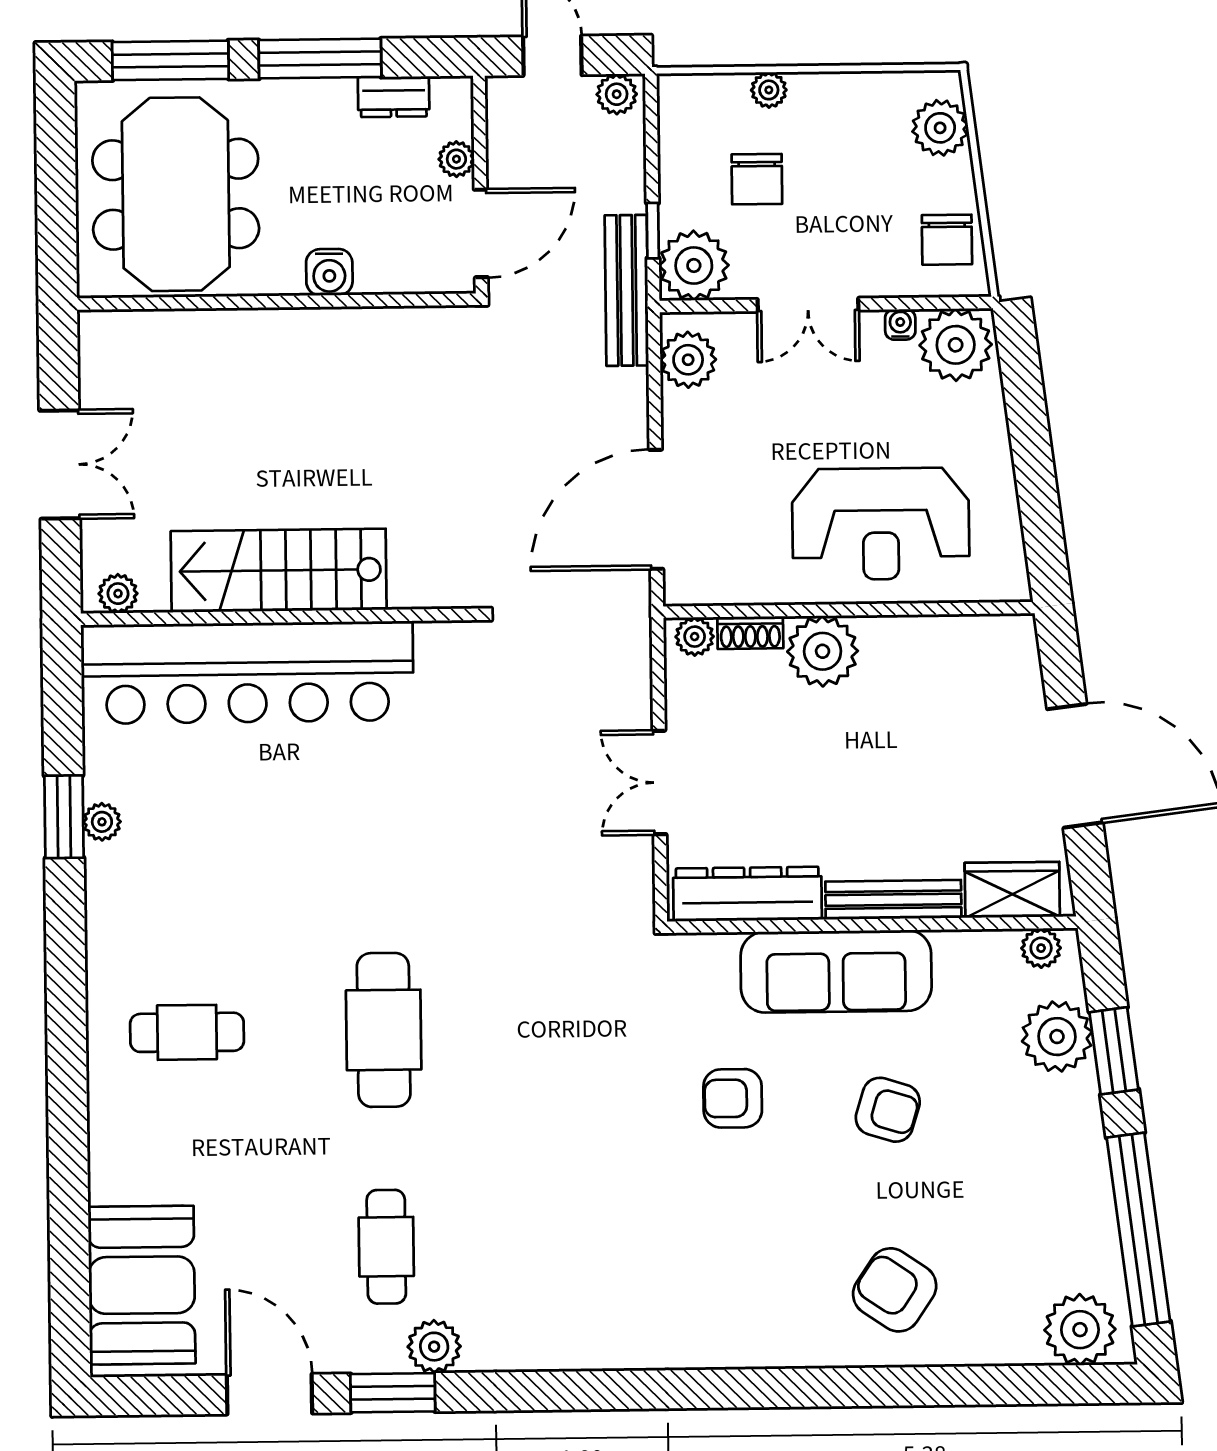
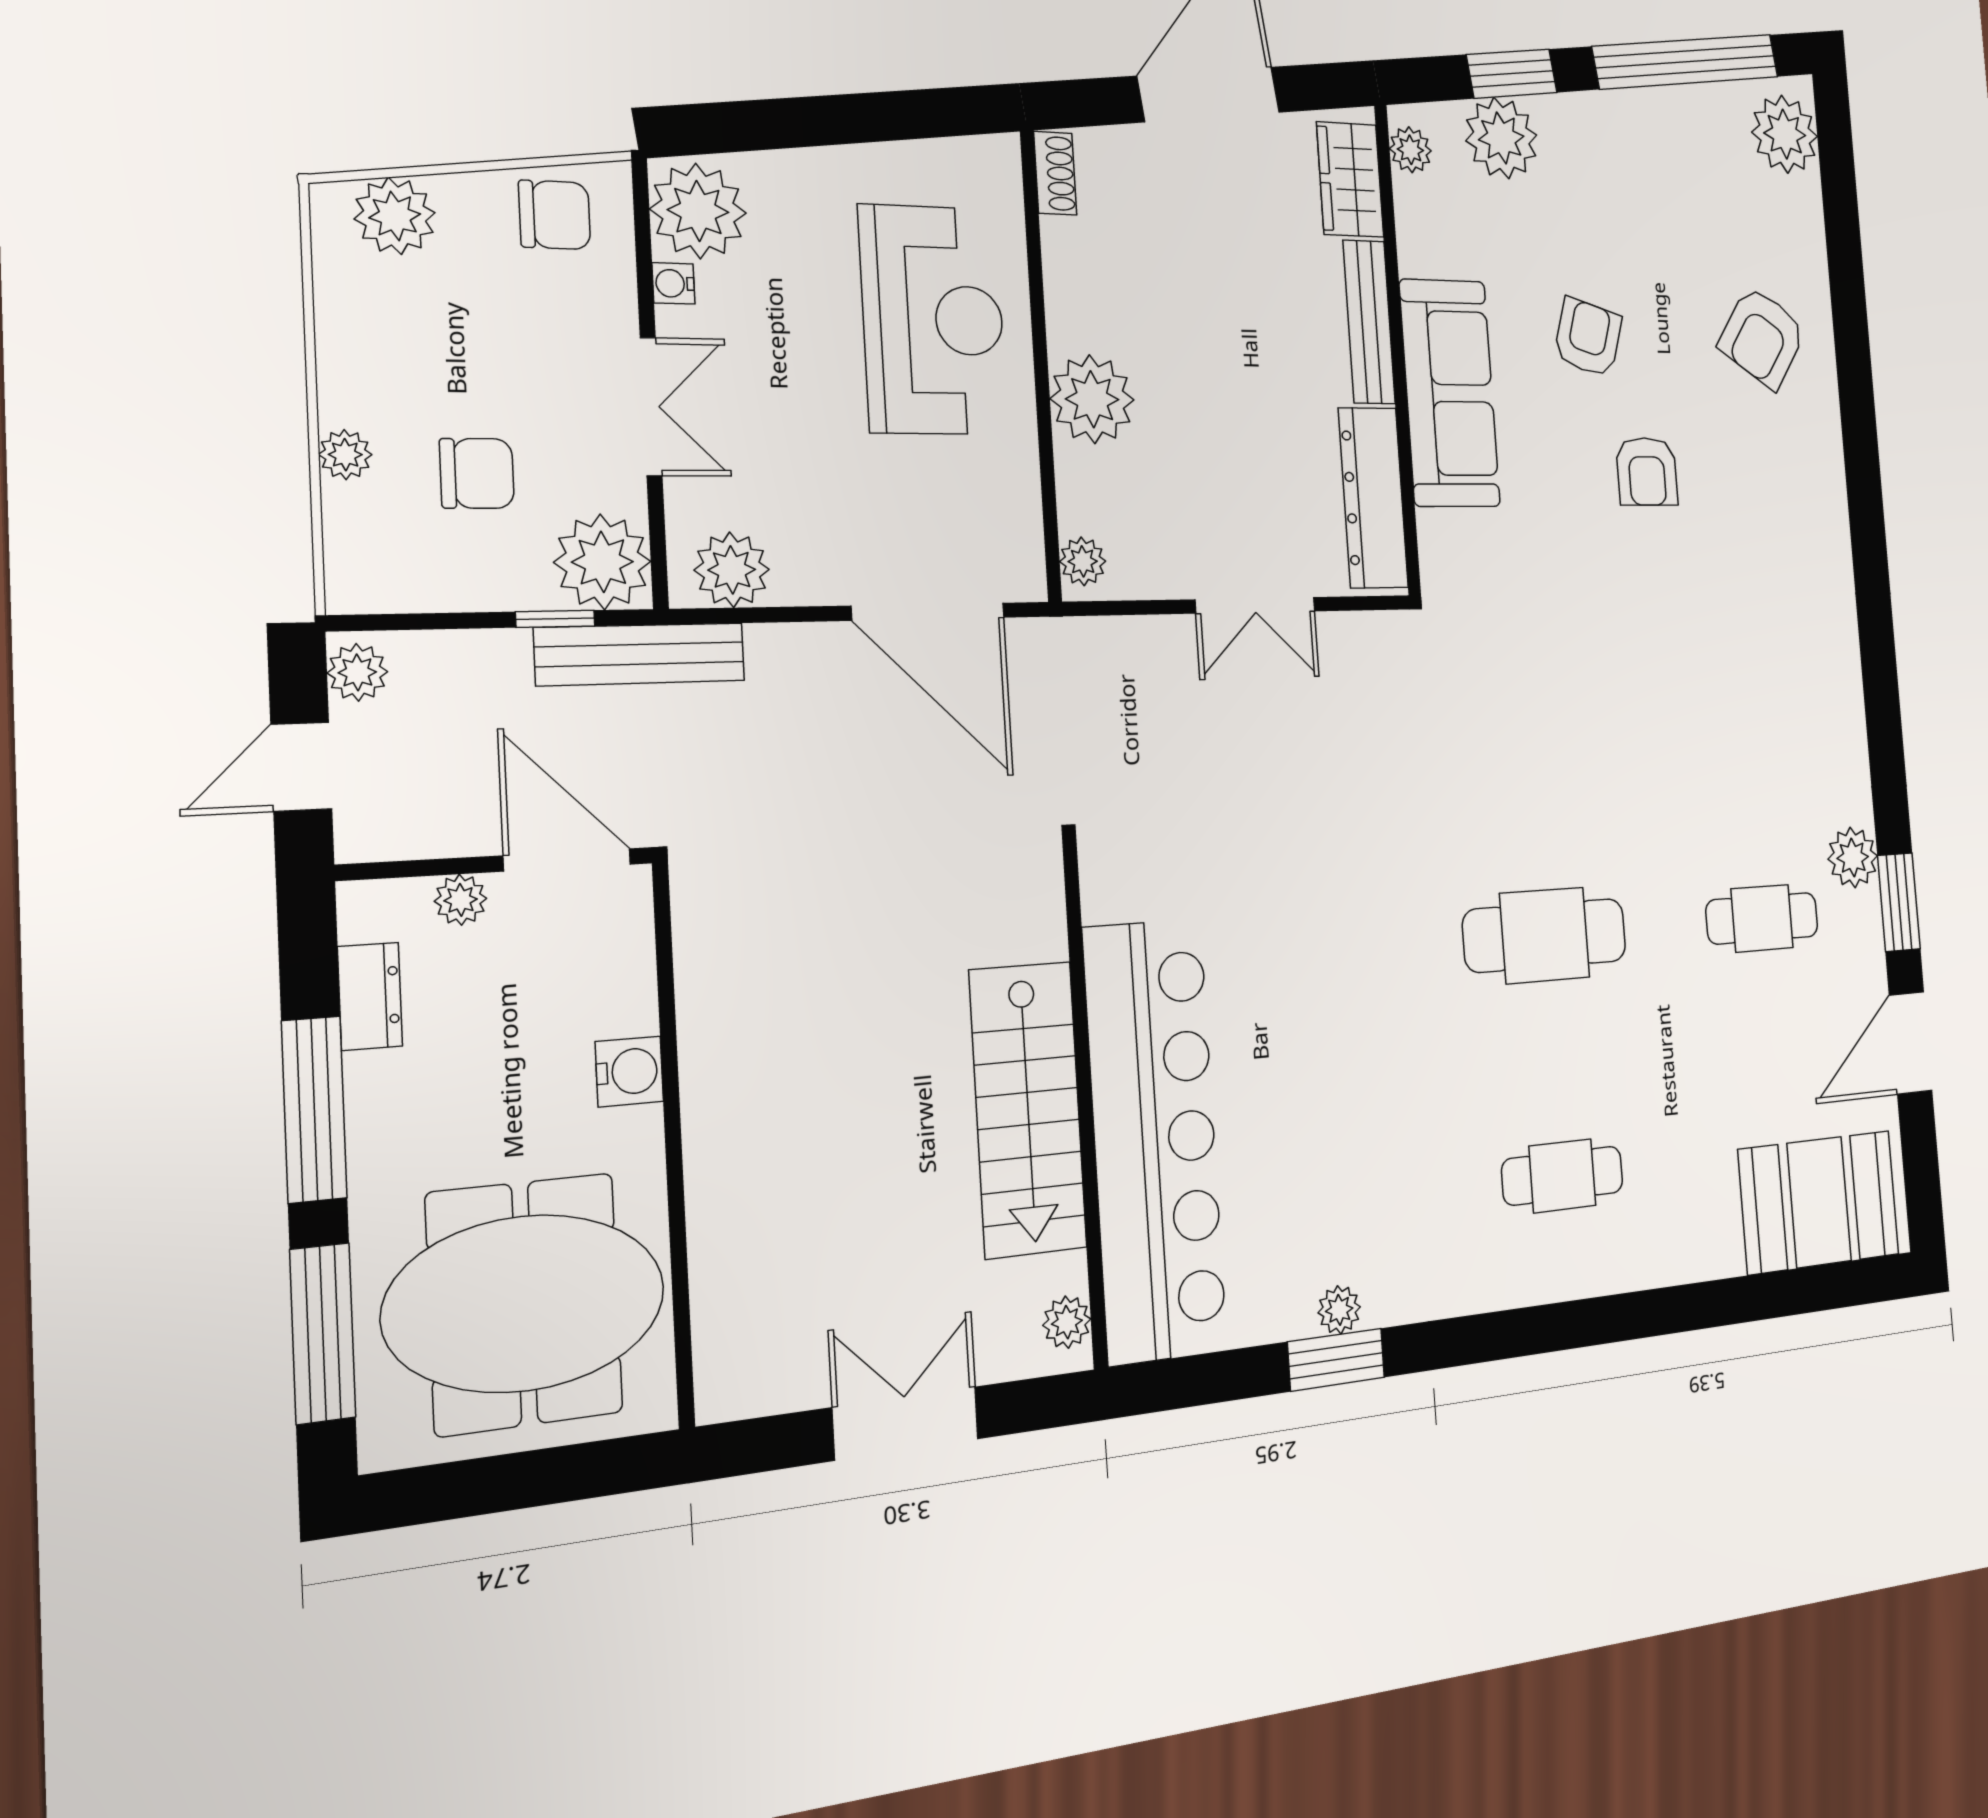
shoe rack: (750, 633) -> (1055, 173), moved
cafe table: (187, 1032) -> (1562, 1176), turned 90
armchair: (733, 1098) -> (1647, 472), moved

